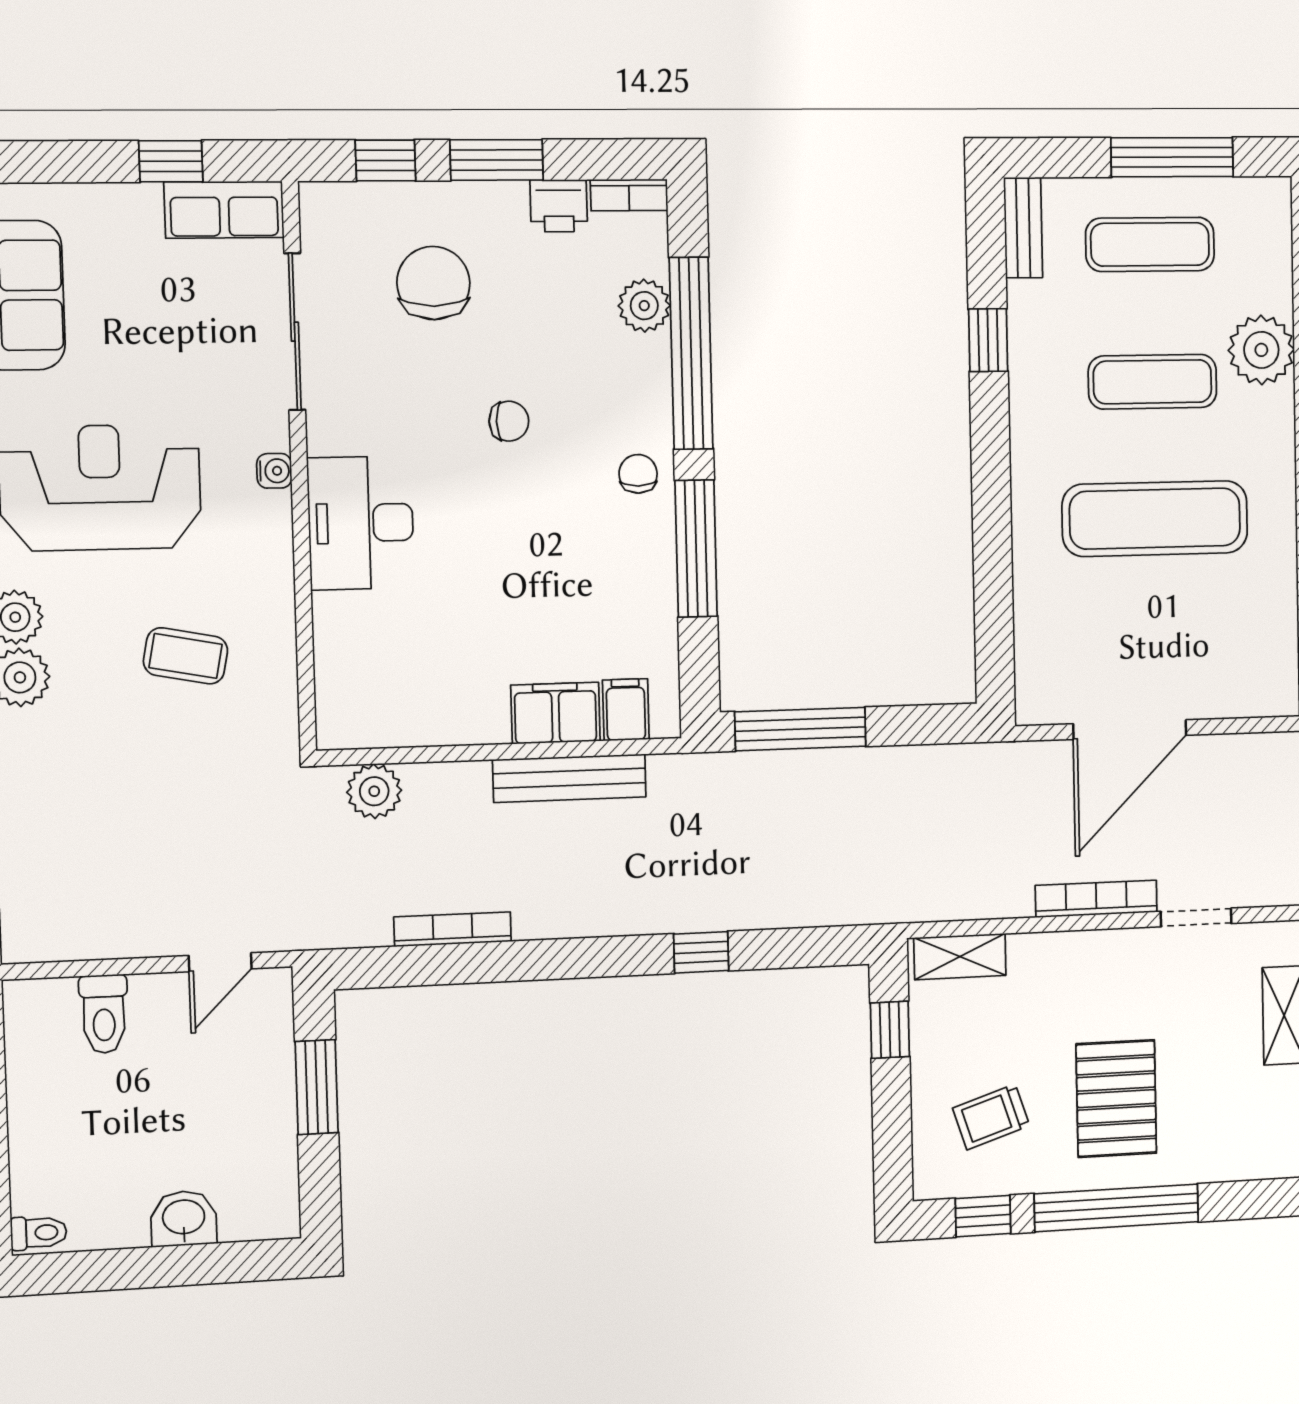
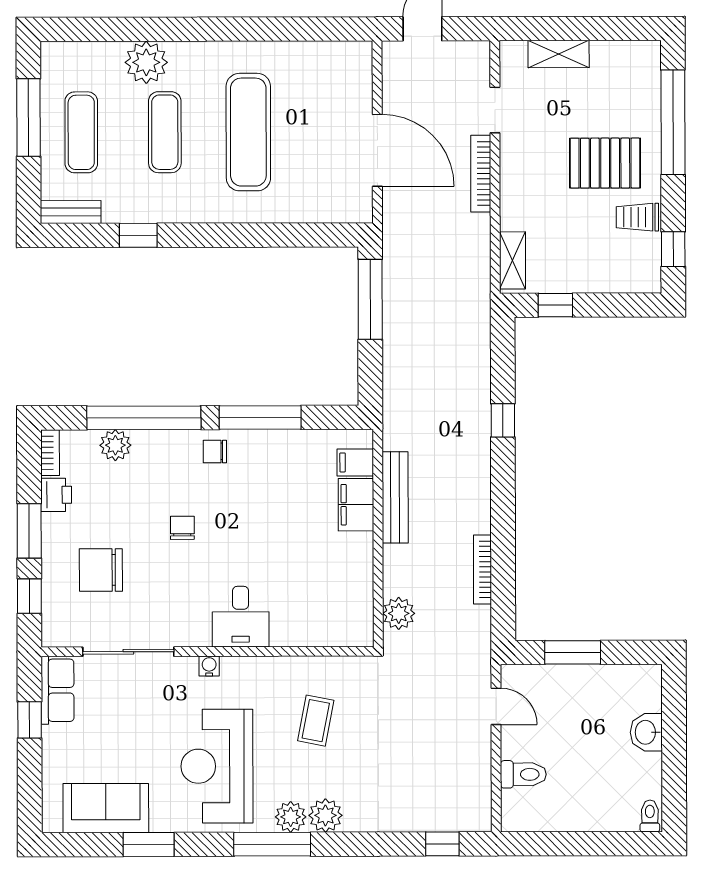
desk: (361, 523) -> (241, 617), width x0.73
window: (800, 729) -> (370, 299), moved
trolley: (991, 1117) -> (637, 217), moved, turned 108
window: (1117, 1208) -> (673, 122), moved

